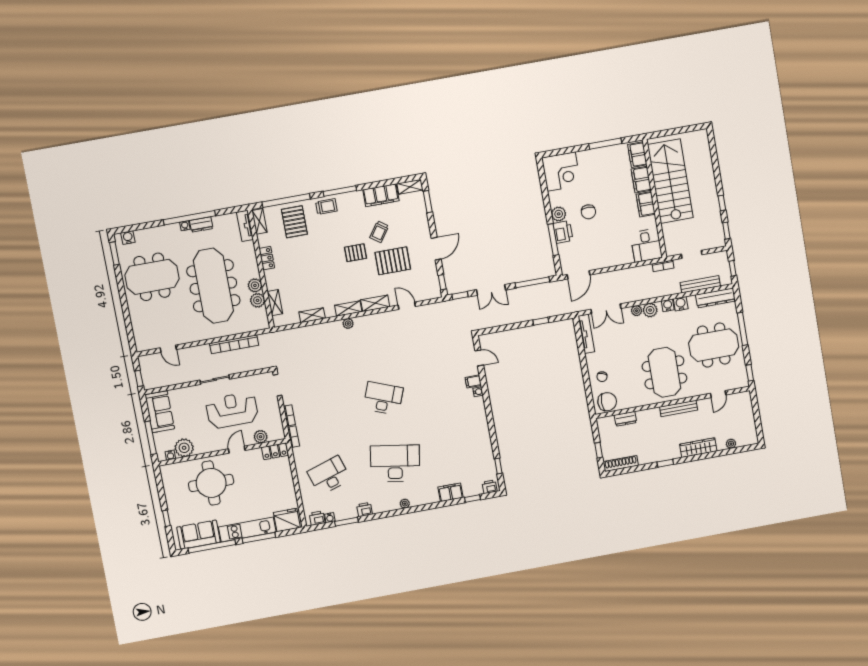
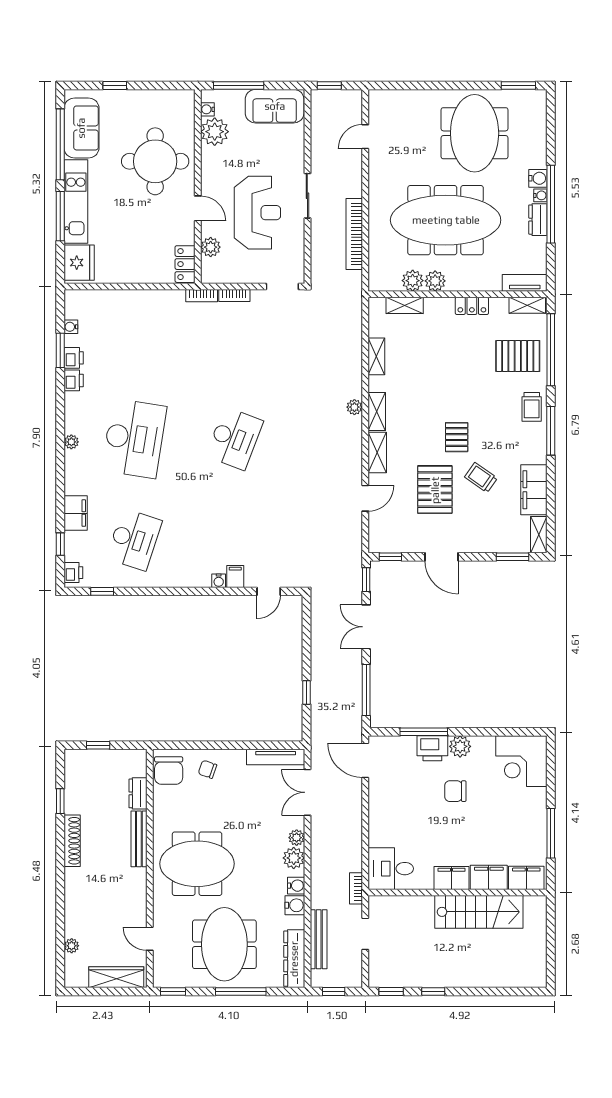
stairs: (670, 181) -> (479, 912), width x0.73, depth x0.66
water cooler: (128, 238) -> (538, 178), moved
bench: (679, 408) -> (139, 839), moved
wardrobe: (698, 448) -> (116, 977), moved, turned -90
shoe rack: (621, 463) -> (72, 841), moved
window: (665, 463) -> (60, 801), moved
desk: (329, 476) -> (134, 540), moved, turned 36
printer: (317, 518) -> (74, 358), moved

